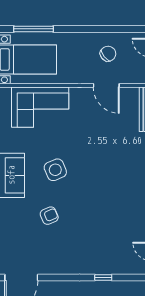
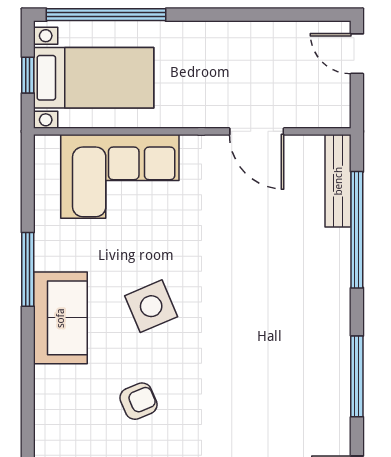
window: (34, 29) -> (106, 15), width x1.46
chair: (108, 54) -> (260, 66), removed

